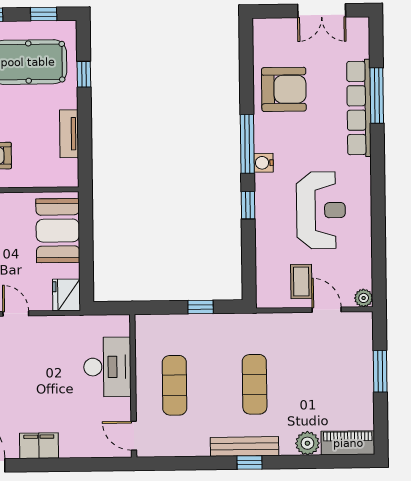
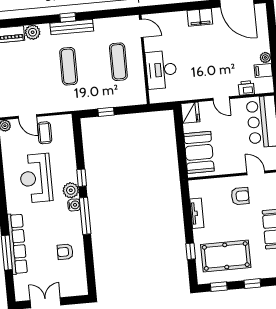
armchair: (284, 89) -> (65, 252), width x0.53, depth x0.53
plant: (267, 187) -> (71, 190), added

